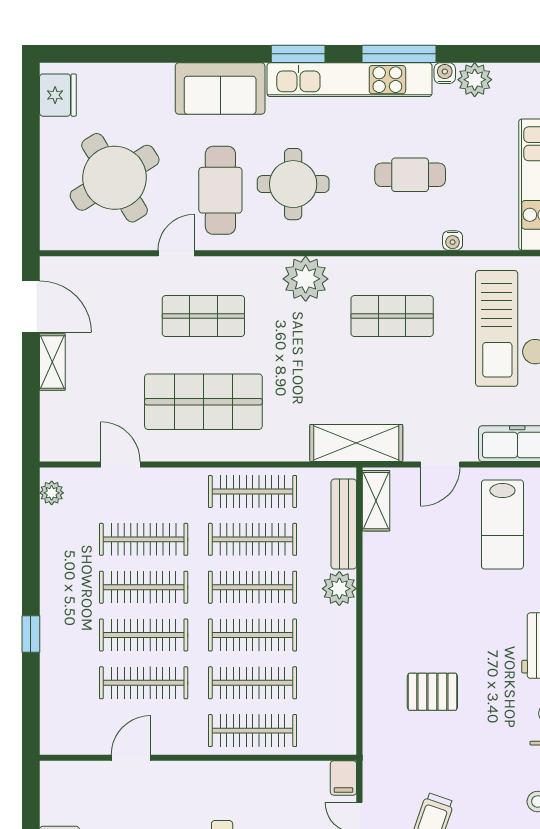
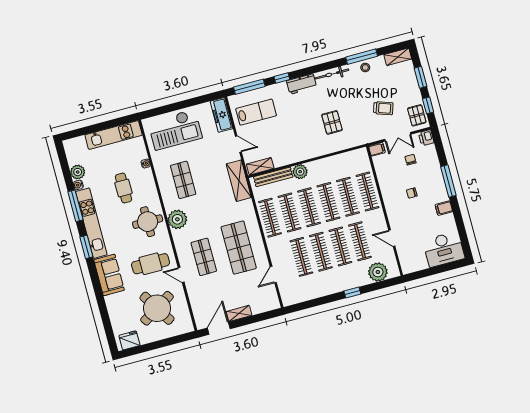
round table: (293, 184) -> (148, 222), moved
plant: (52, 493) -> (378, 272), moved, width x1.87, depth x1.87

